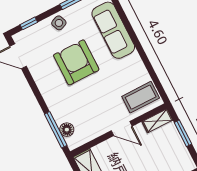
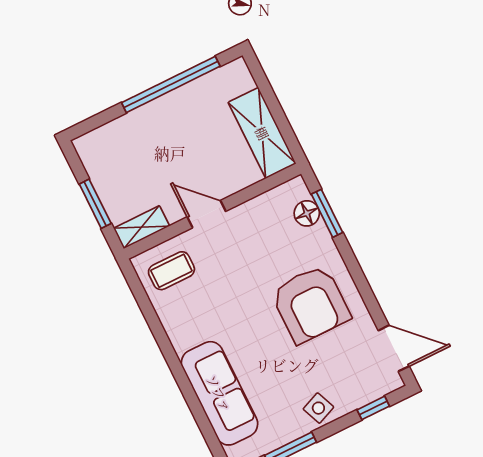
armchair: (76, 62) -> (311, 304), moved
coffee table: (141, 97) -> (171, 271), width x0.73, depth x0.77
window: (56, 130) -> (327, 213), width x0.69

